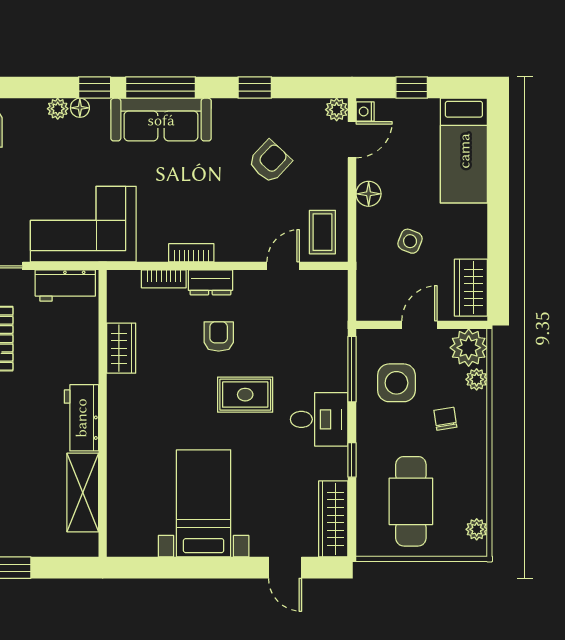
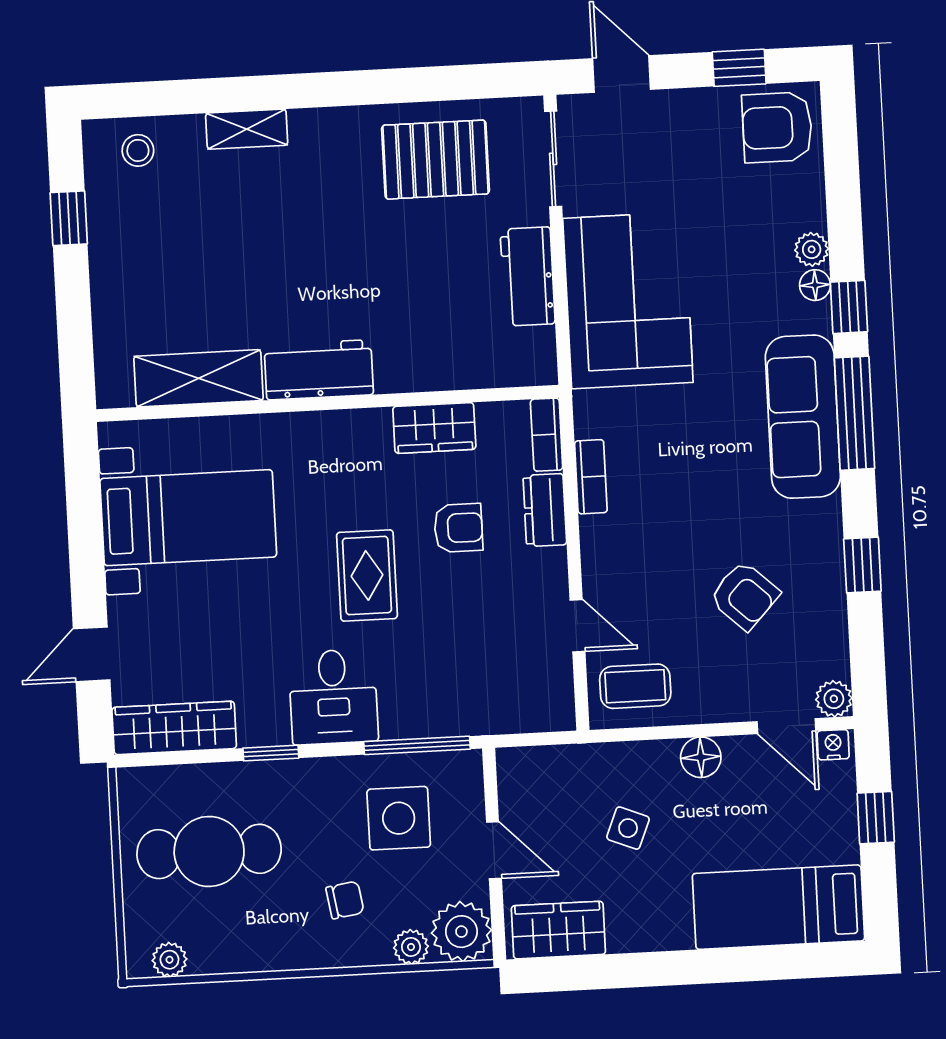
wardrobe: (121, 348) -> (434, 428), moved
wall: (103, 413) -> (328, 403), moved
workbench: (81, 418) -> (319, 370), moved
shelving: (83, 492) -> (199, 378), moved

